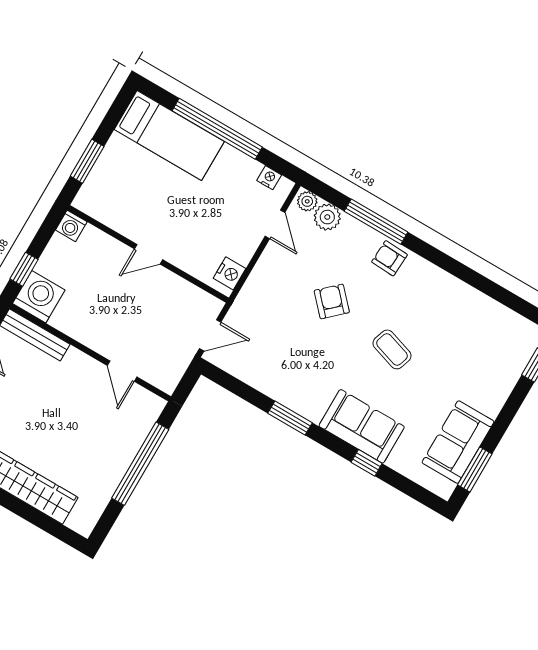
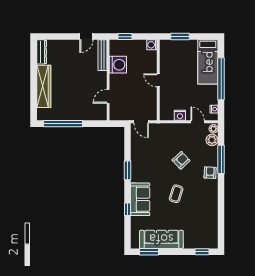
door: (275, 224) -> (198, 122), swing flipped
nightstand: (230, 273) -> (180, 115), moved
washing machine: (39, 297) -> (118, 65), moved
sofa: (458, 442) -> (161, 239), width x1.36
window: (140, 464) -> (63, 124), moved

